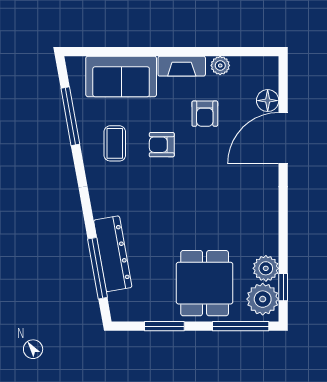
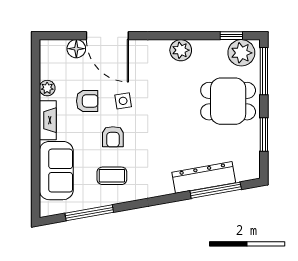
side table: (205, 157) -> (123, 101), added
plant: (266, 268) -> (181, 50), moved

